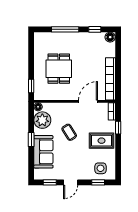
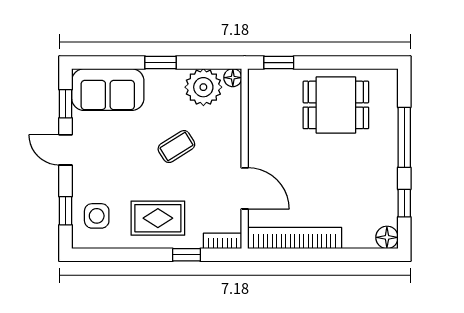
dining table: (59, 69) -> (336, 105), moved
rug: (102, 141) -> (158, 218), turned 90
sofa: (43, 152) -> (108, 90), moved

